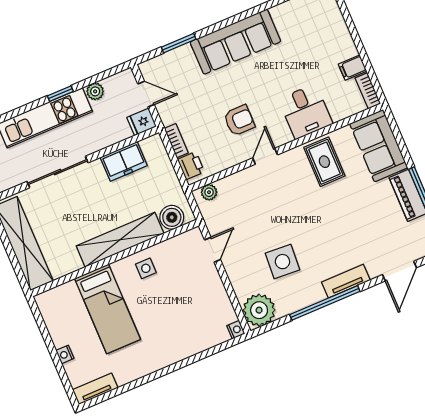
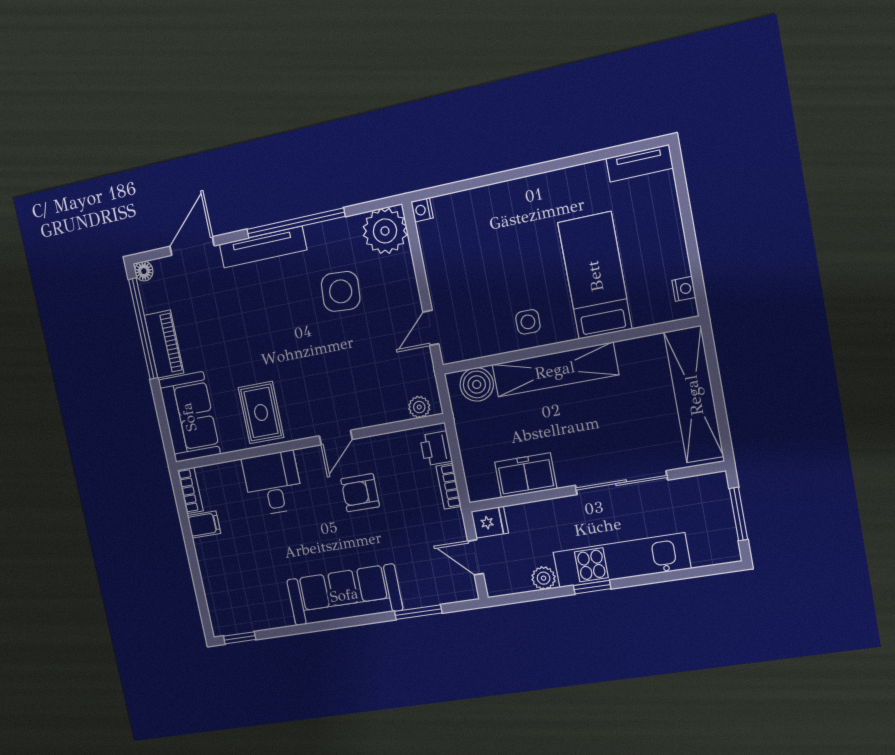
tv unit: (346, 281) -> (263, 247), width x1.41
nightstand: (65, 354) -> (684, 289), moved

